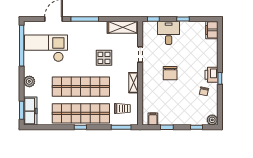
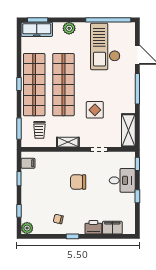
filing cabinet: (212, 30) -> (112, 228), moved
checkout: (46, 48) -> (105, 47), turned 180
printer: (211, 75) -> (93, 227), moved

